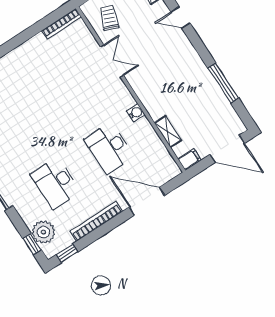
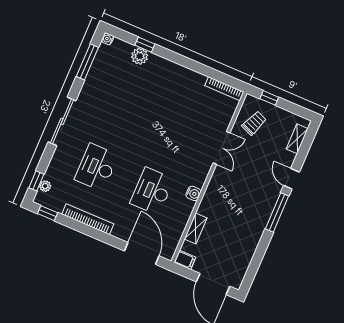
window: (223, 83) -> (277, 212), moved
door: (147, 201) -> (142, 253), moved
plant: (43, 232) -> (45, 186), width x0.53, depth x0.53

